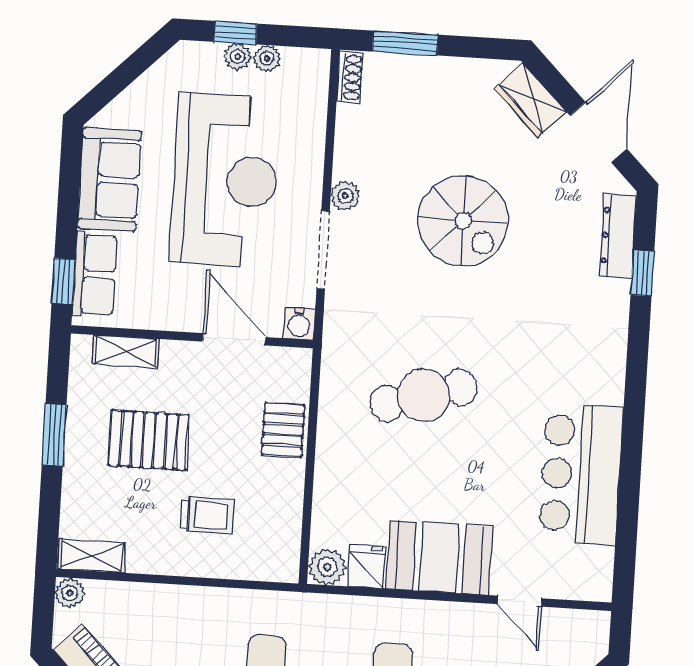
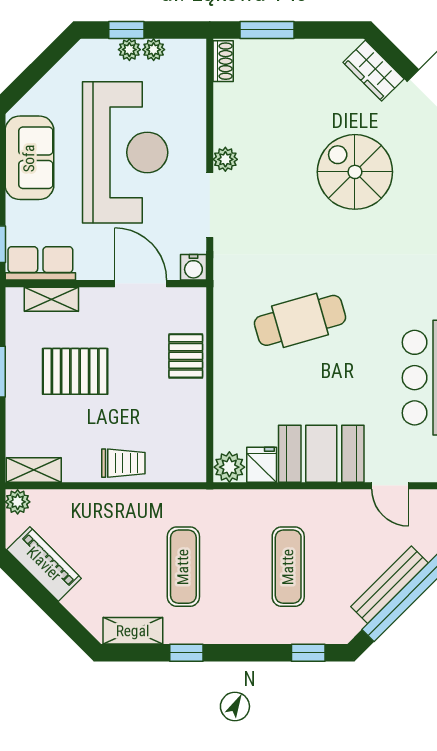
spiral stairs: (463, 221) -> (355, 172), moved, turned 180
row of seats: (95, 274) -> (40, 263), moved, turned -90
trolley: (207, 515) -> (123, 463), moved

